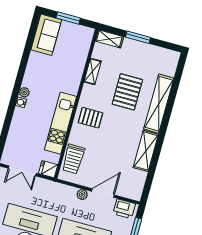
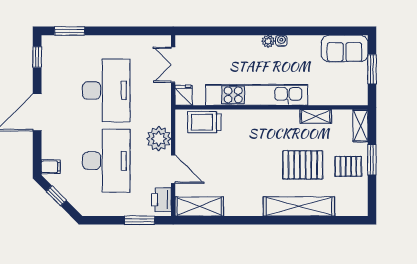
water cooler: (21, 102) -> (281, 41), moved
pallet: (90, 118) -> (348, 166), moved, turned 90
kitchen unit: (60, 123) -> (257, 95), width x1.36
shelving: (146, 151) -> (199, 206), moved
plant: (82, 194) -> (159, 139), width x1.88, depth x1.88

